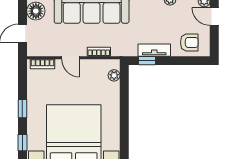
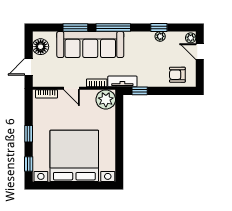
armchair: (189, 42) -> (177, 75), turned 180
tv unit: (154, 50) -> (122, 81), moved
plant: (114, 75) -> (106, 100), width x1.88, depth x1.88

